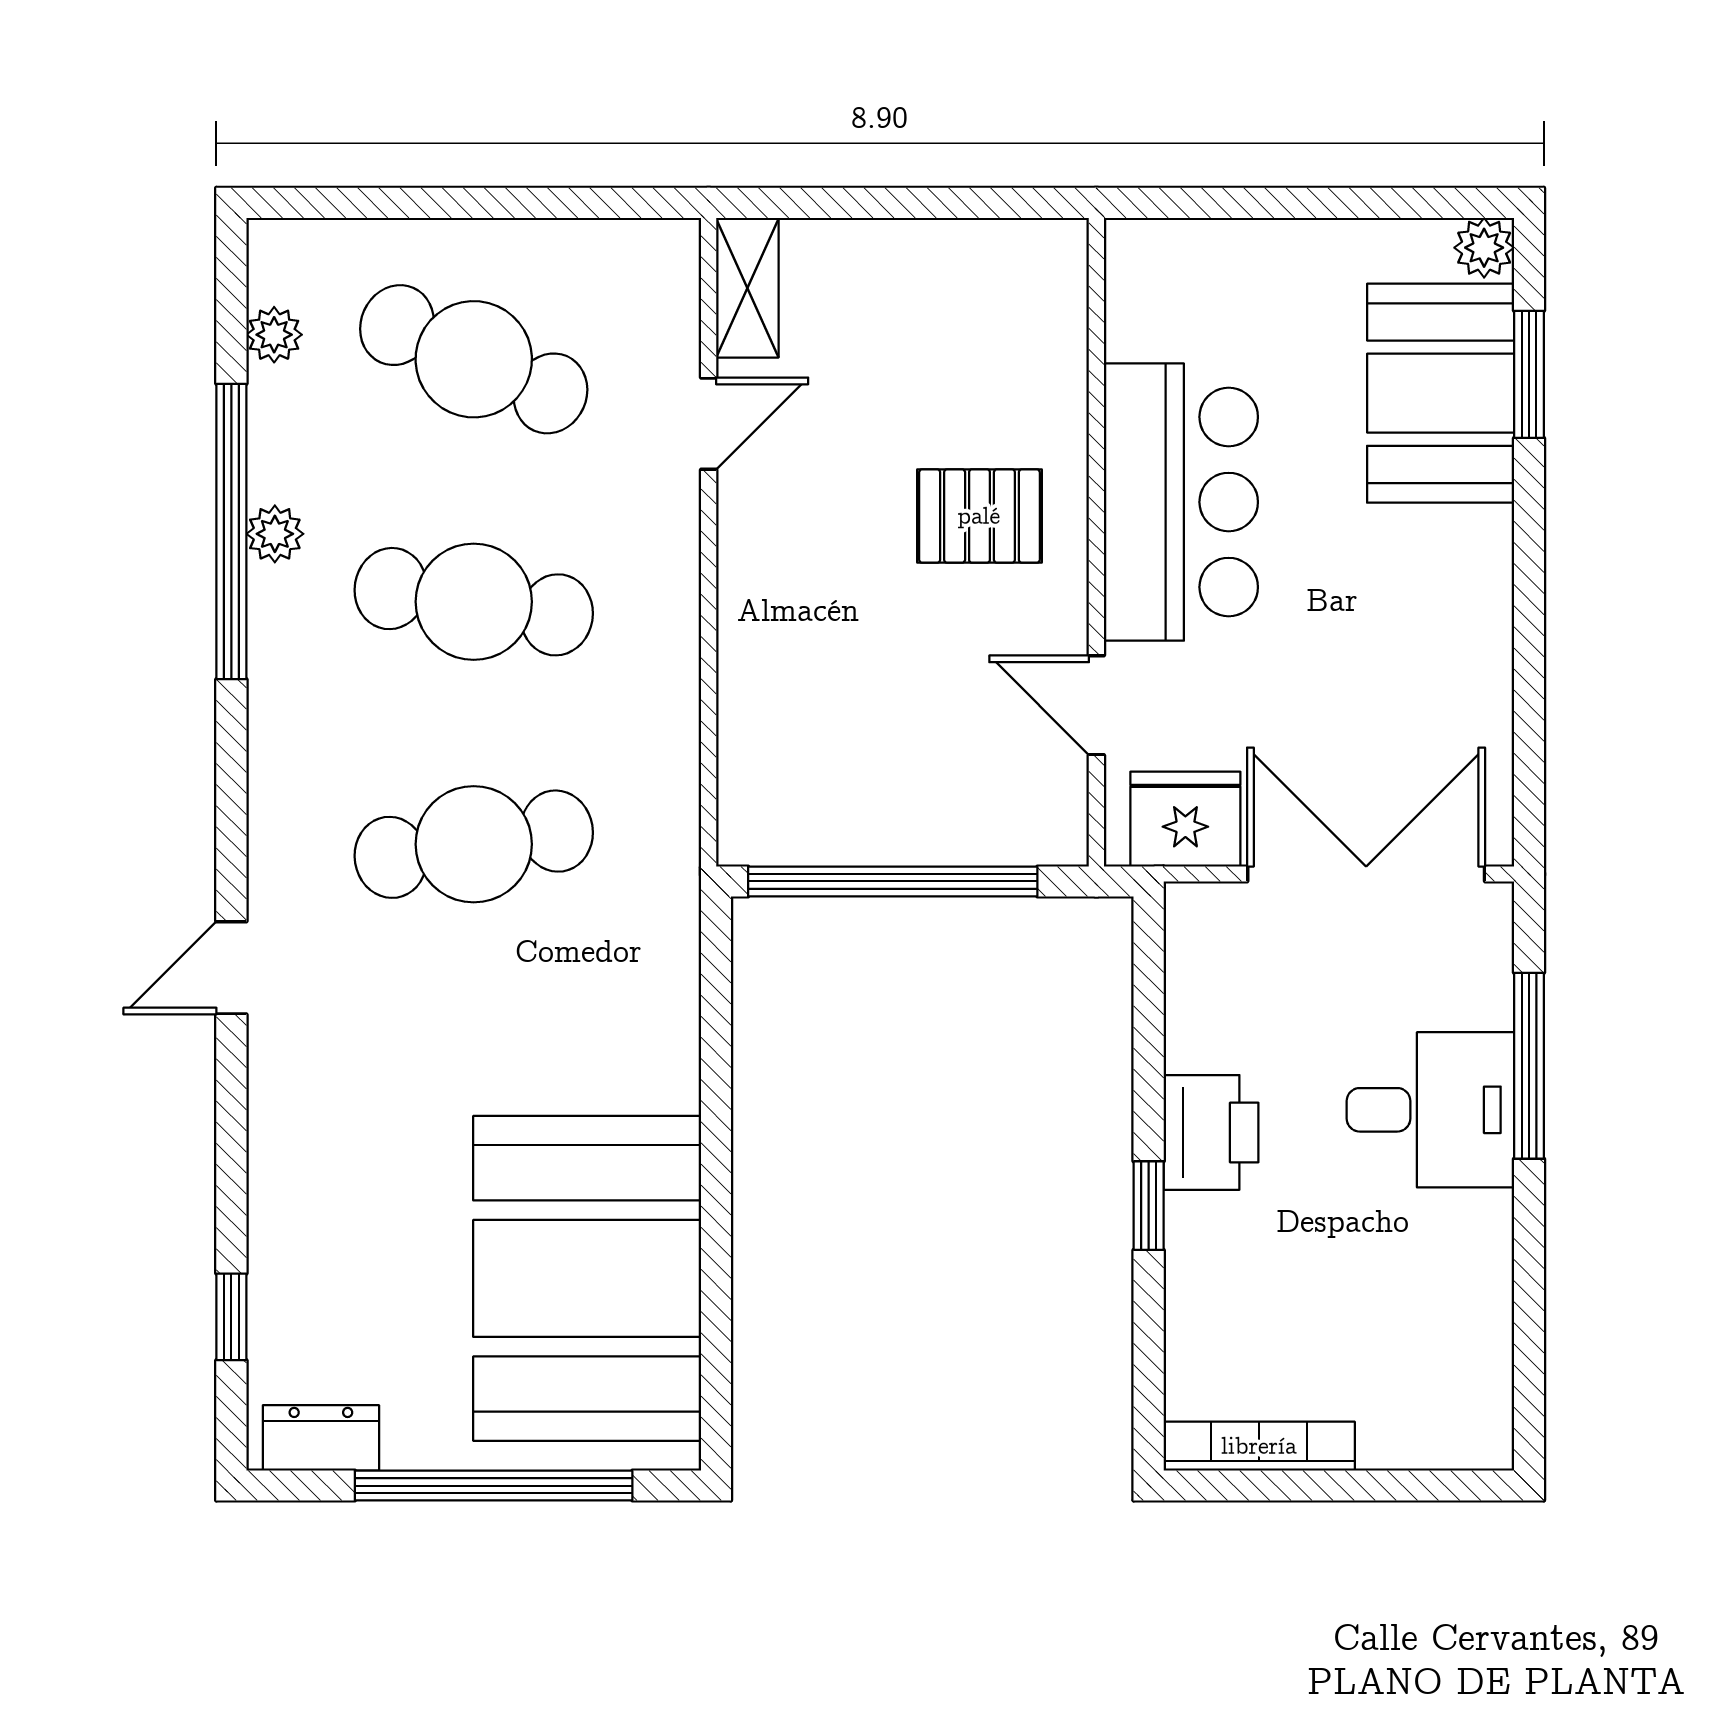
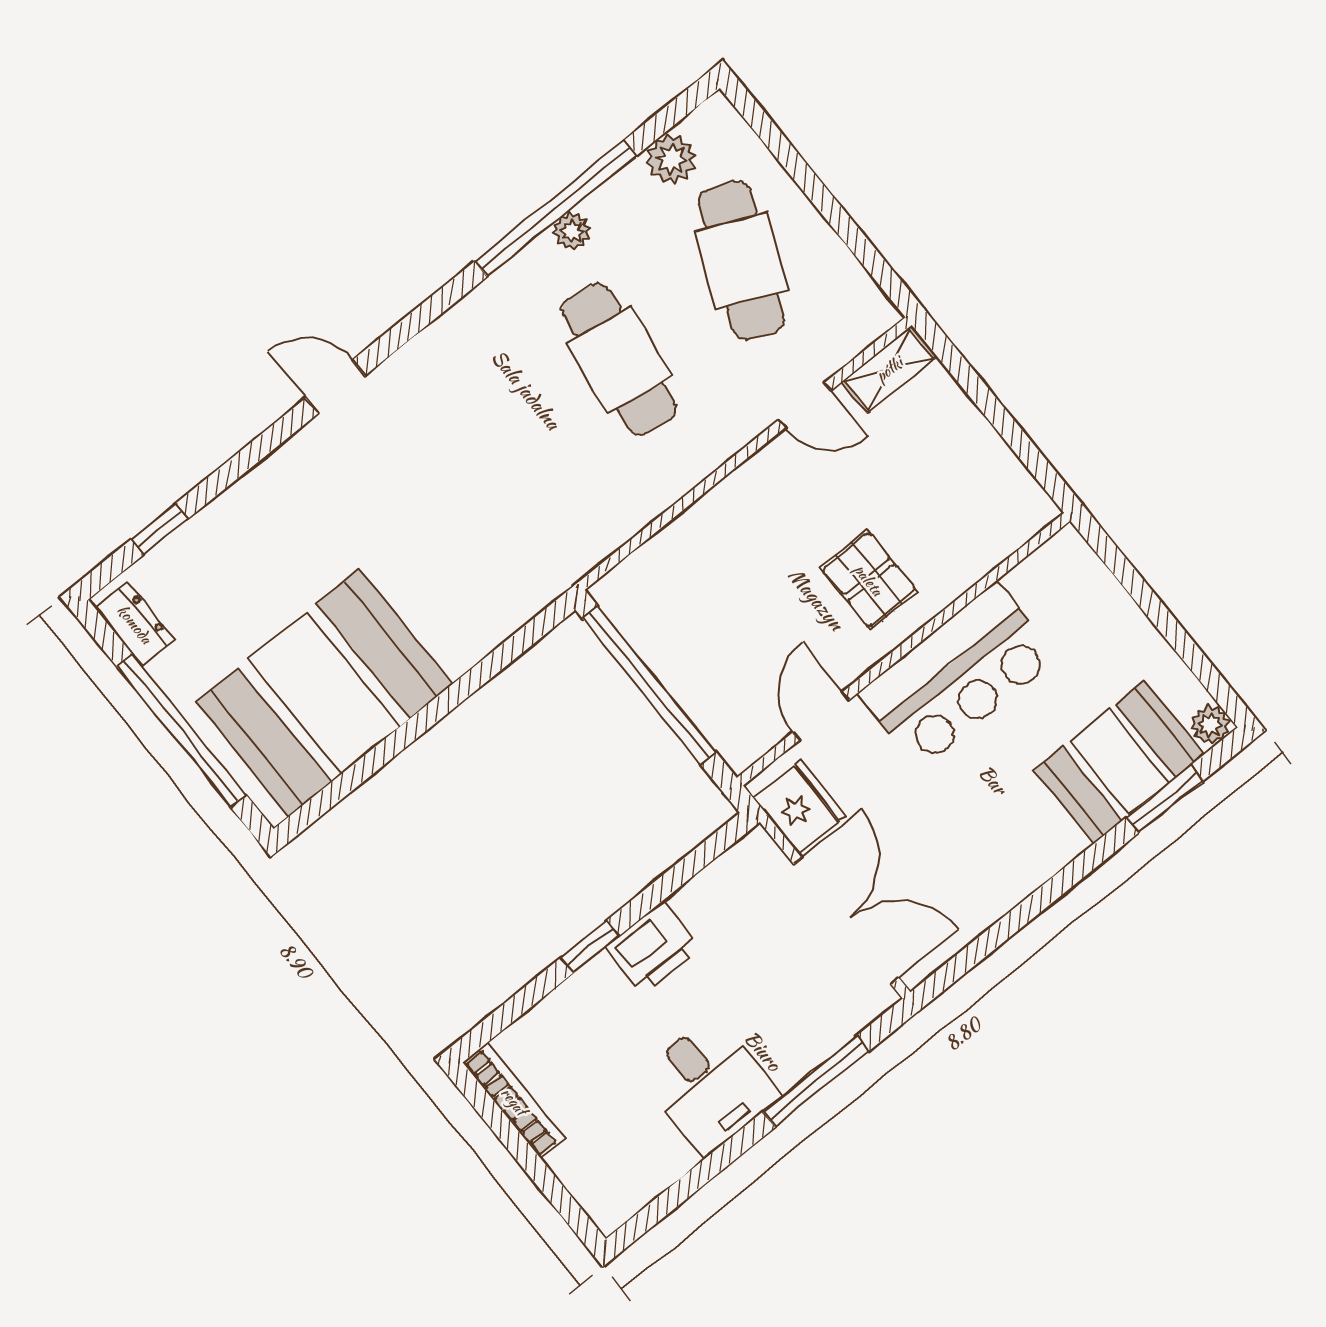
plant: (274, 335) -> (671, 159), width x1.38, depth x1.38
cafe table: (474, 844) -> (497, 458), removed
desk: (1430, 1110) -> (709, 1086), moved

